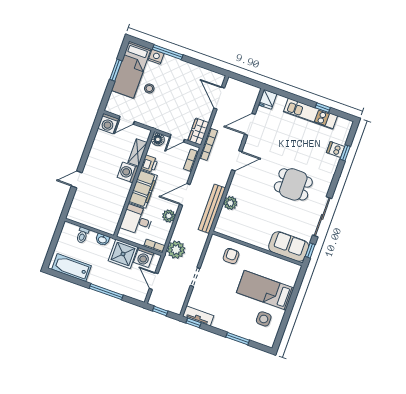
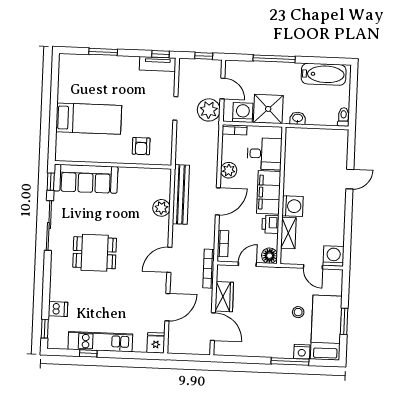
door: (127, 120) -> (313, 267), swing flipped
wardrobe: (198, 132) -> (224, 297), moved
window: (345, 153) -> (45, 329), moved
toilet: (82, 235) -> (343, 117), moved
sofa: (289, 247) -> (86, 179), width x1.36
plant: (176, 250) -> (209, 110), moved
side table: (264, 319) -> (80, 85), removed

